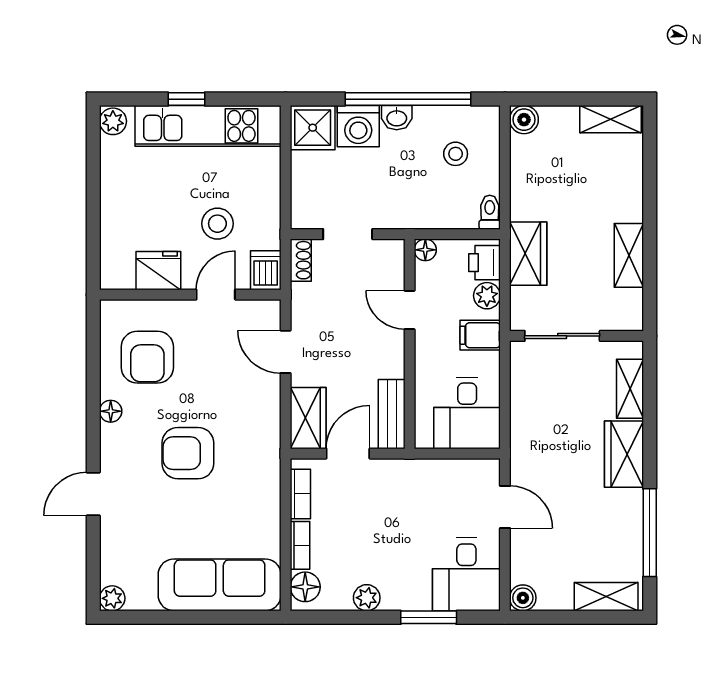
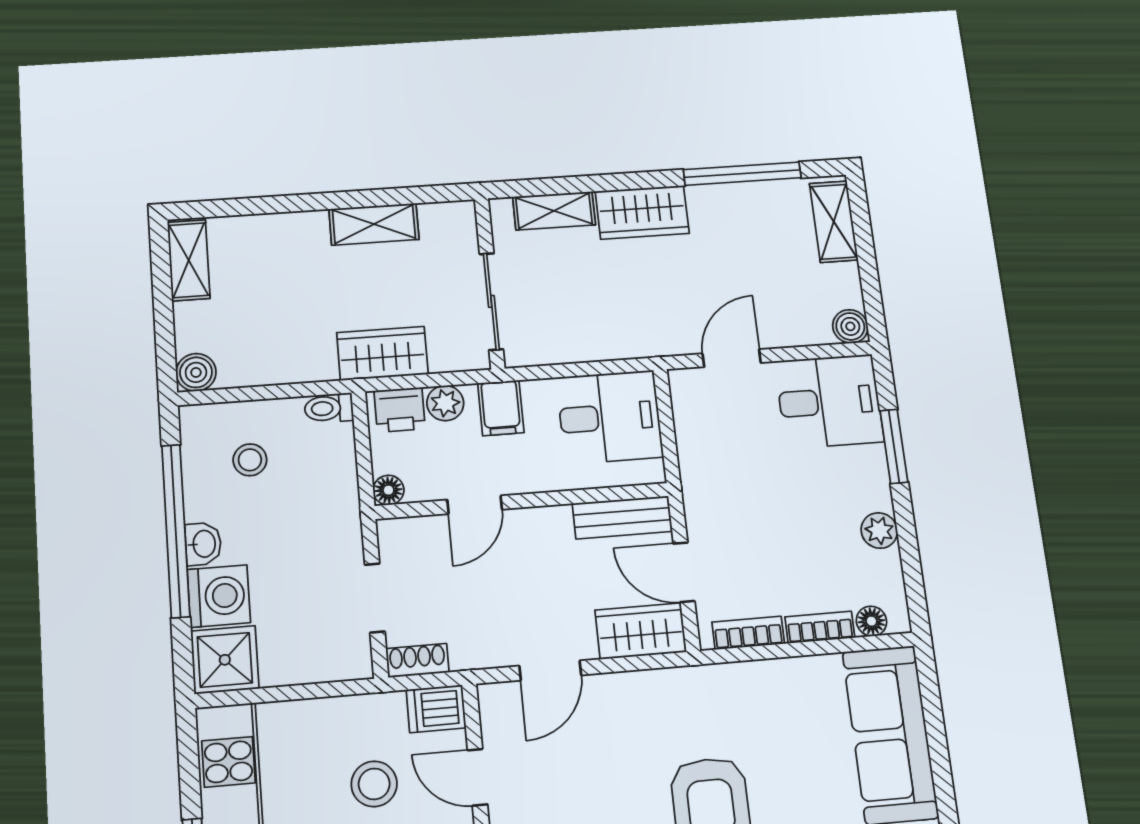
floor lamp: (305, 587) -> (871, 621), width x0.73, depth x0.73

